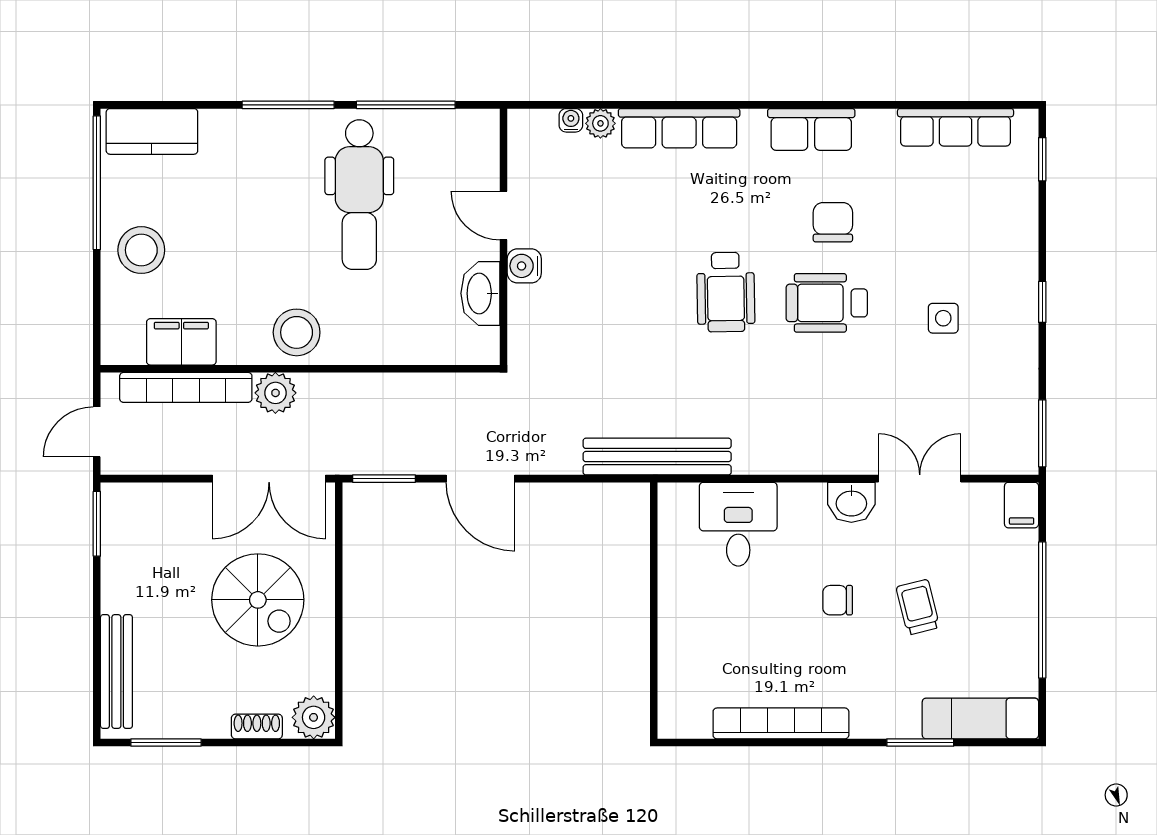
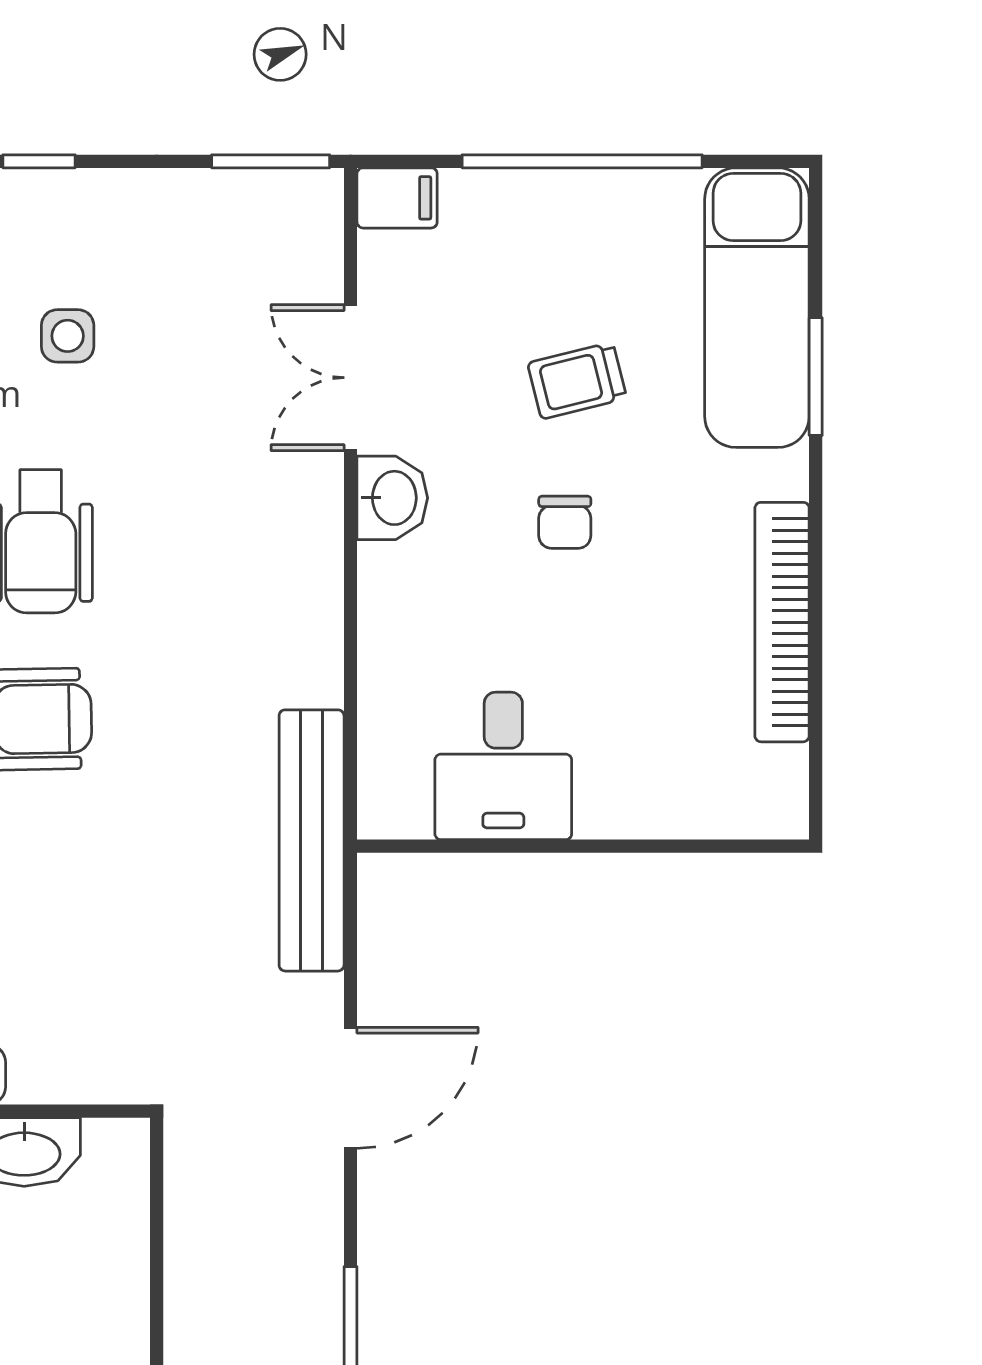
door: (481, 479) -> (350, 1088), moved
desk: (738, 524) -> (503, 766), moved, turned -90
exam couch: (980, 718) -> (757, 308), width x1.36, depth x1.45

